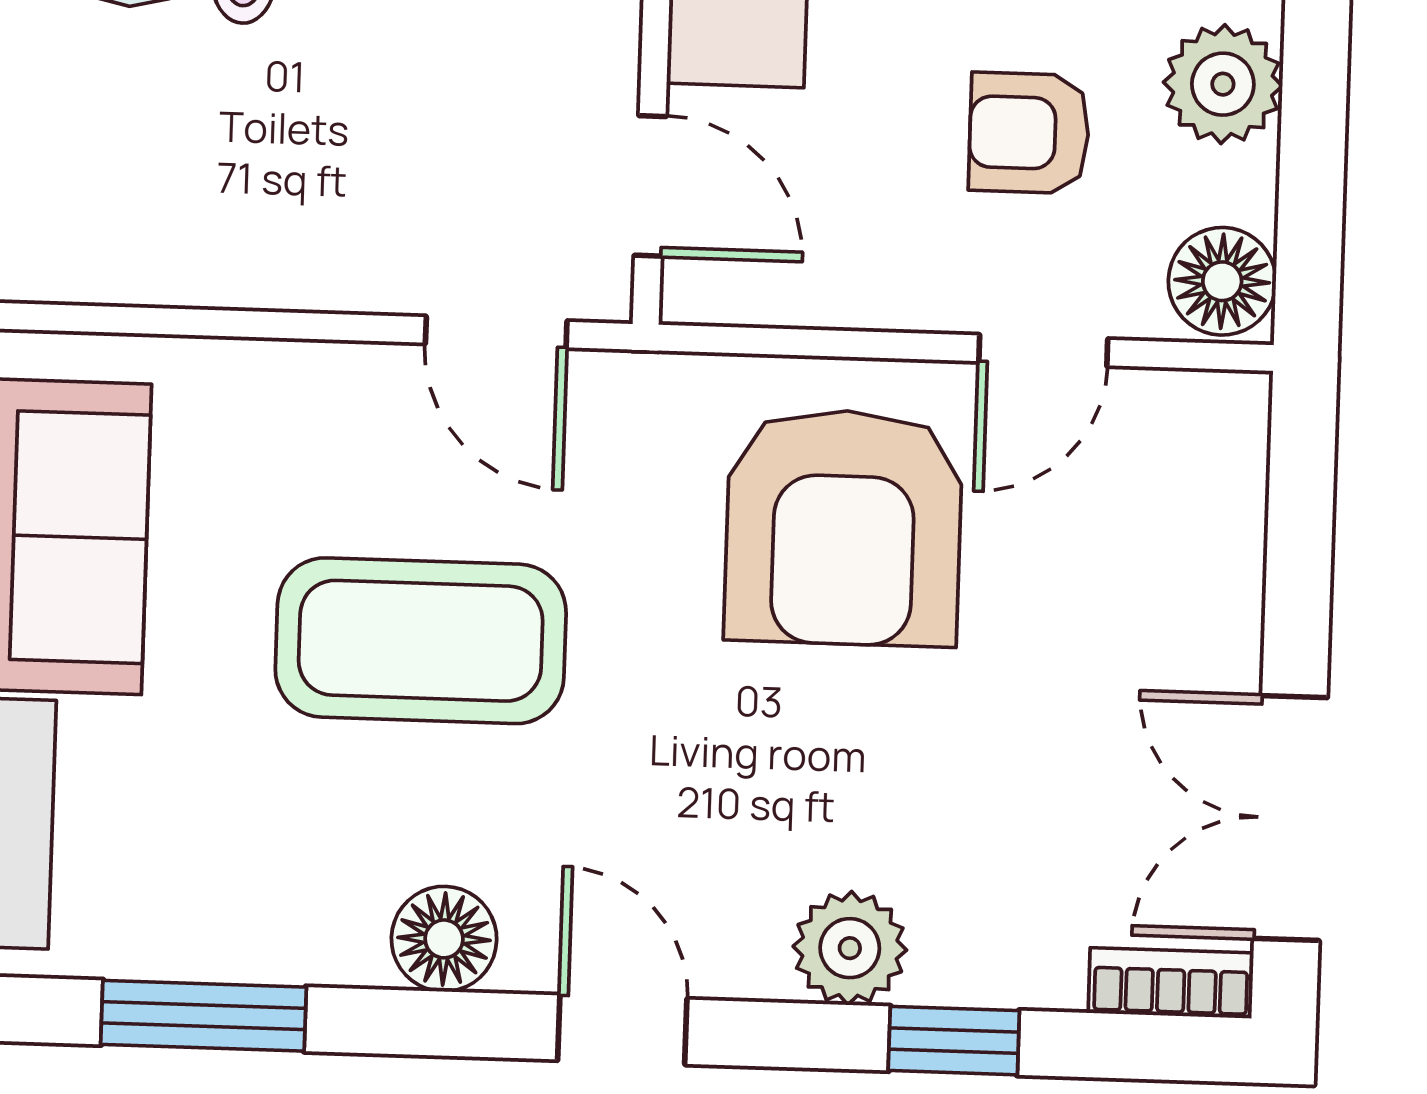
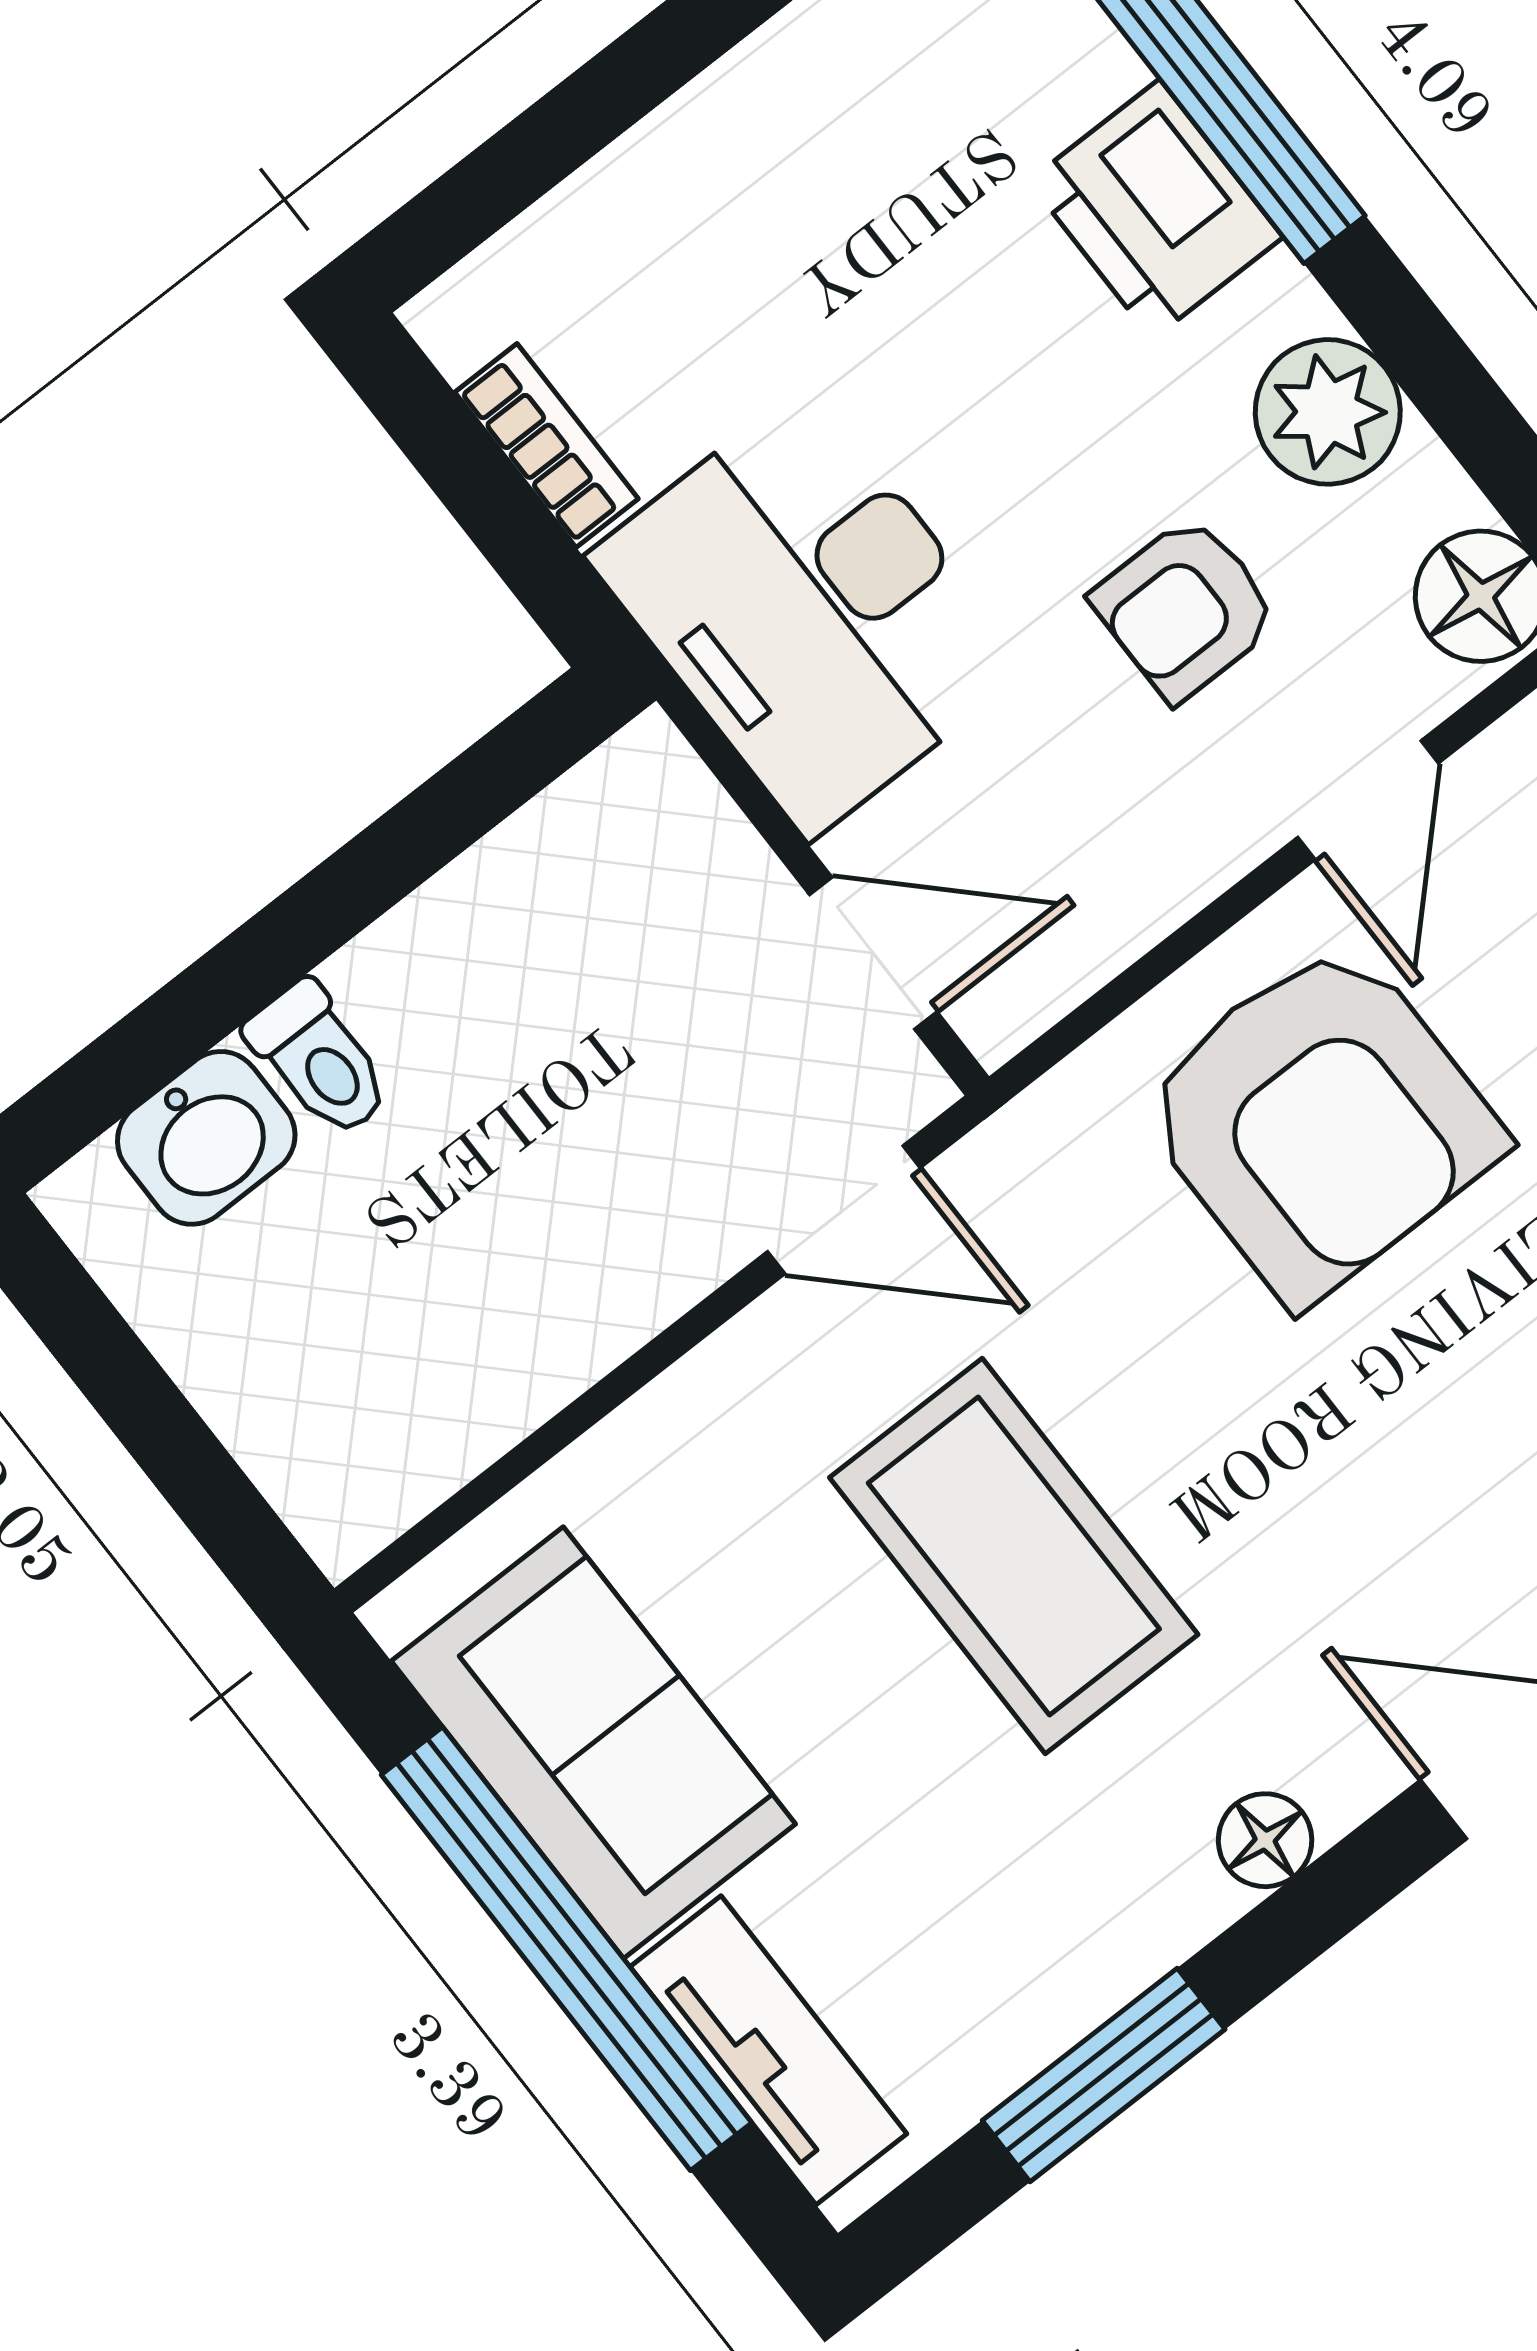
coffee table: (421, 641) -> (1014, 1556), turned 90
floor lamp: (444, 939) -> (1265, 1840), width x0.73, depth x0.73

